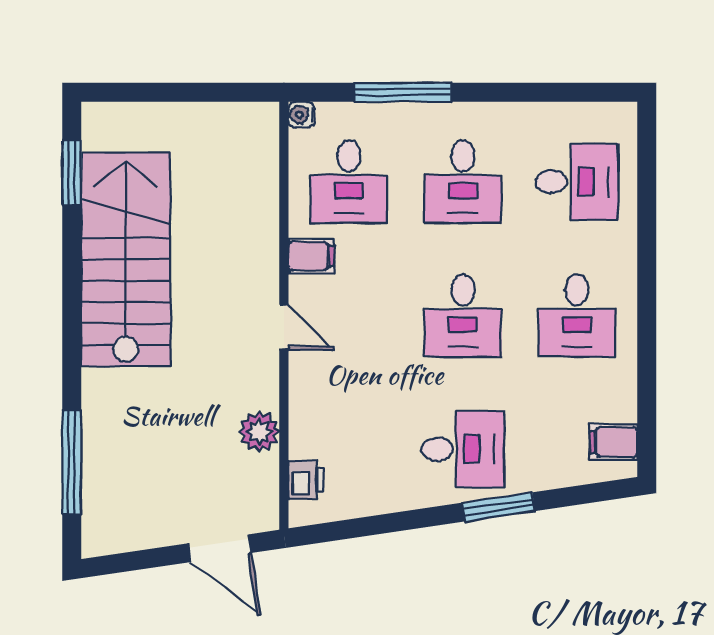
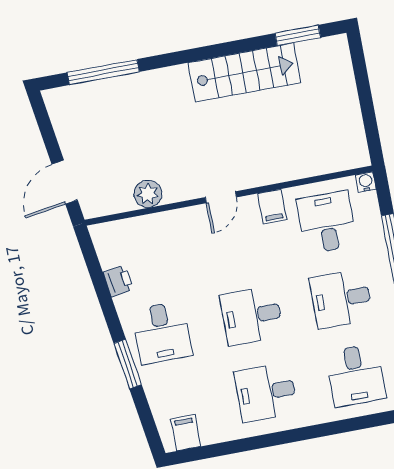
desk: (349, 182) -> (327, 222), turned 90
stairs: (126, 259) -> (245, 72), width x0.73, depth x0.66
printer: (306, 480) -> (118, 281), moved, turned -98

